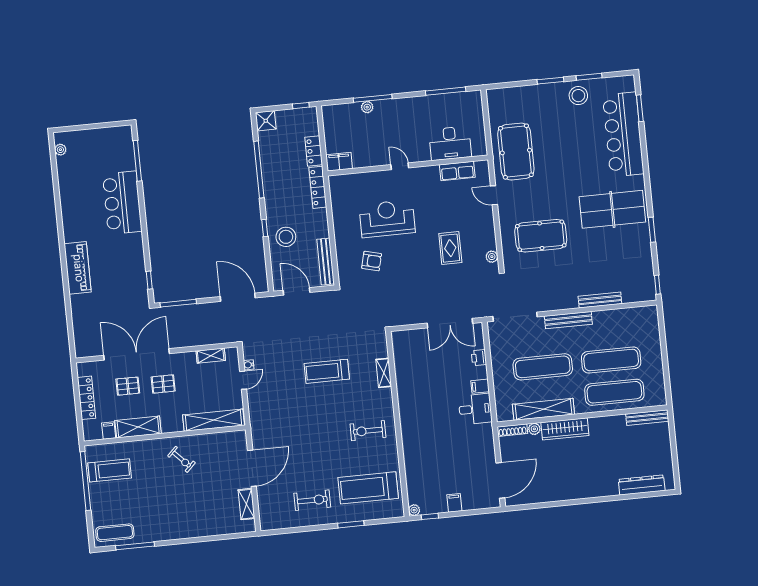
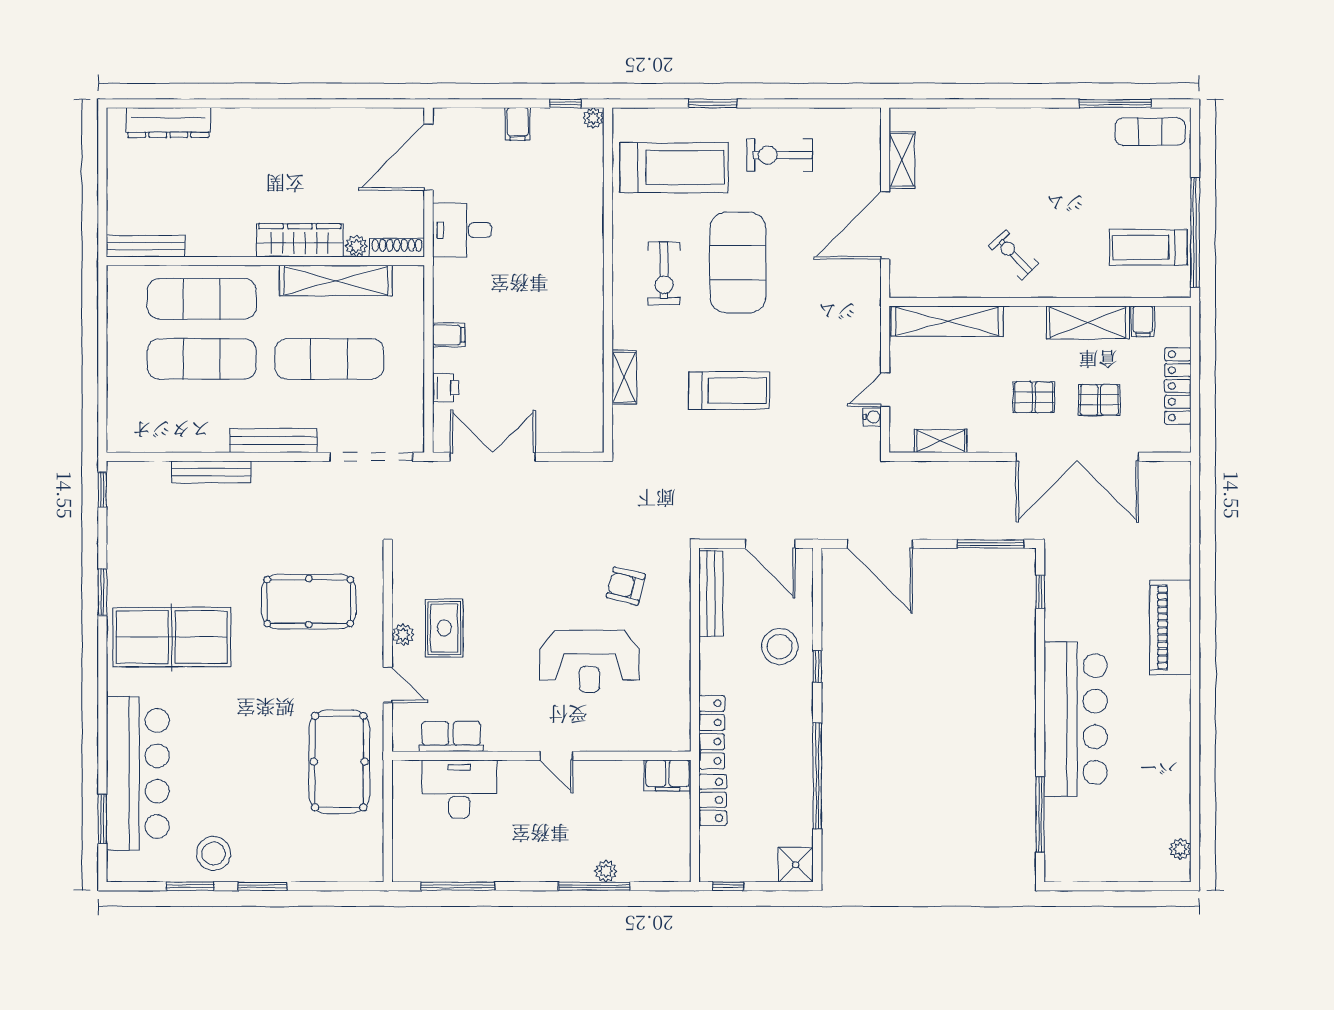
bar counter: (122, 203) -> (1076, 719), width x1.36
rug: (450, 248) -> (444, 628), moved
plant: (492, 257) -> (403, 635), moved
desk: (475, 409) -> (462, 230), moved
exercise bike: (368, 431) -> (664, 273), turned 90
exercise mat: (329, 440) -> (738, 263), added

